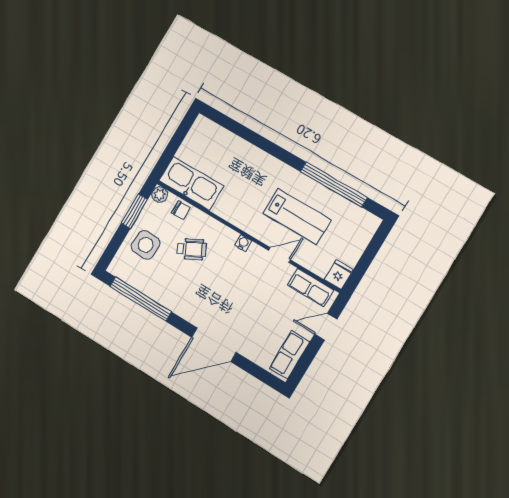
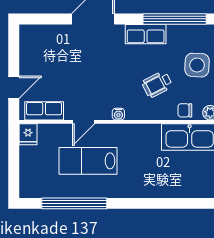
row of seats: (289, 355) -> (146, 34), moved, turned 90

